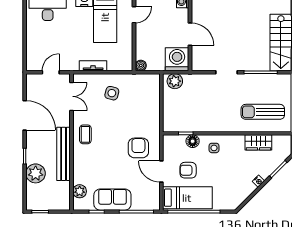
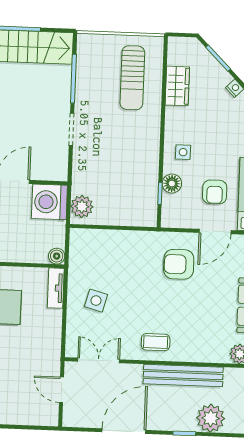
tv unit: (93, 66) -> (56, 288), moved

